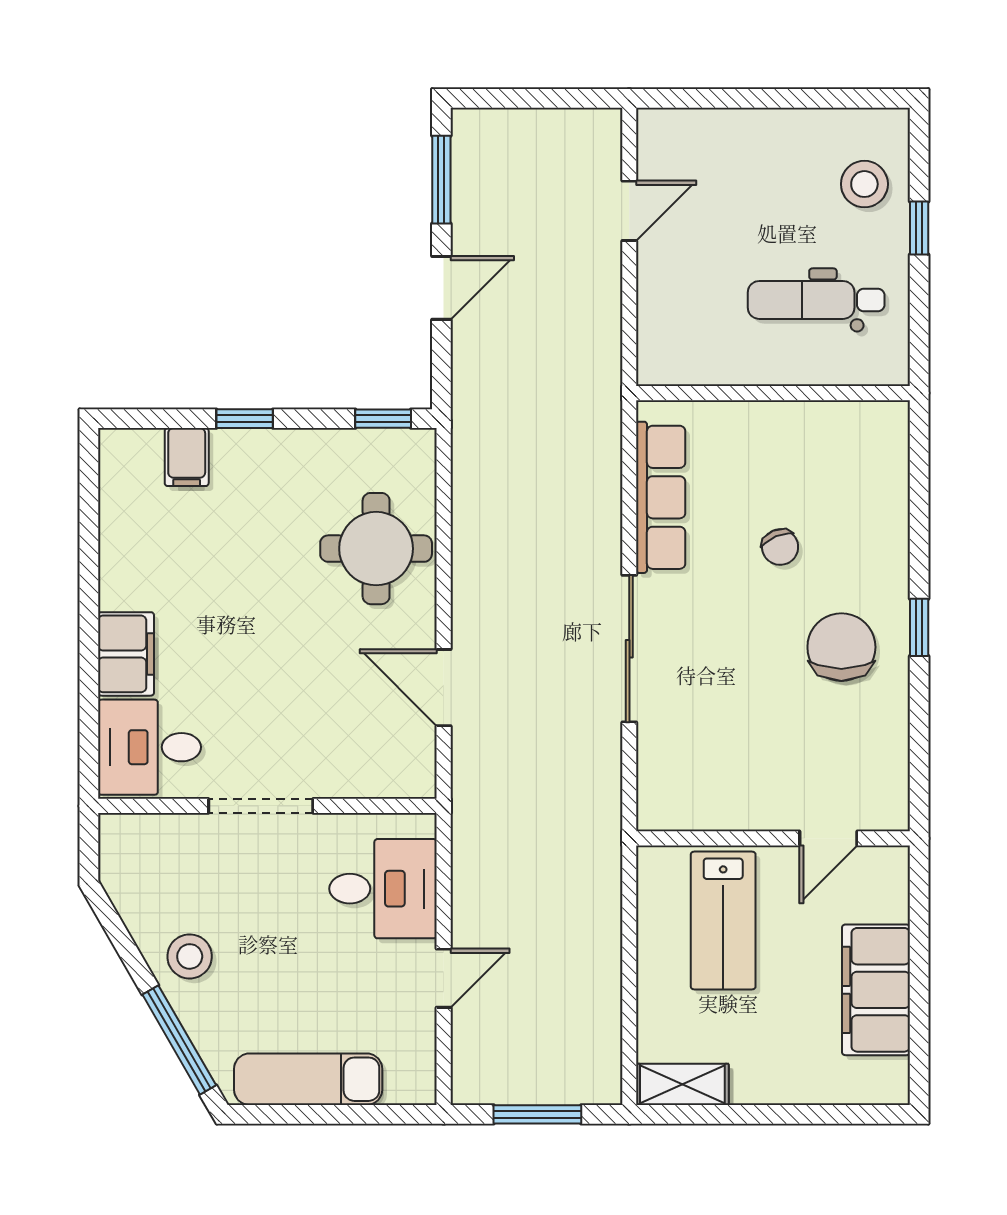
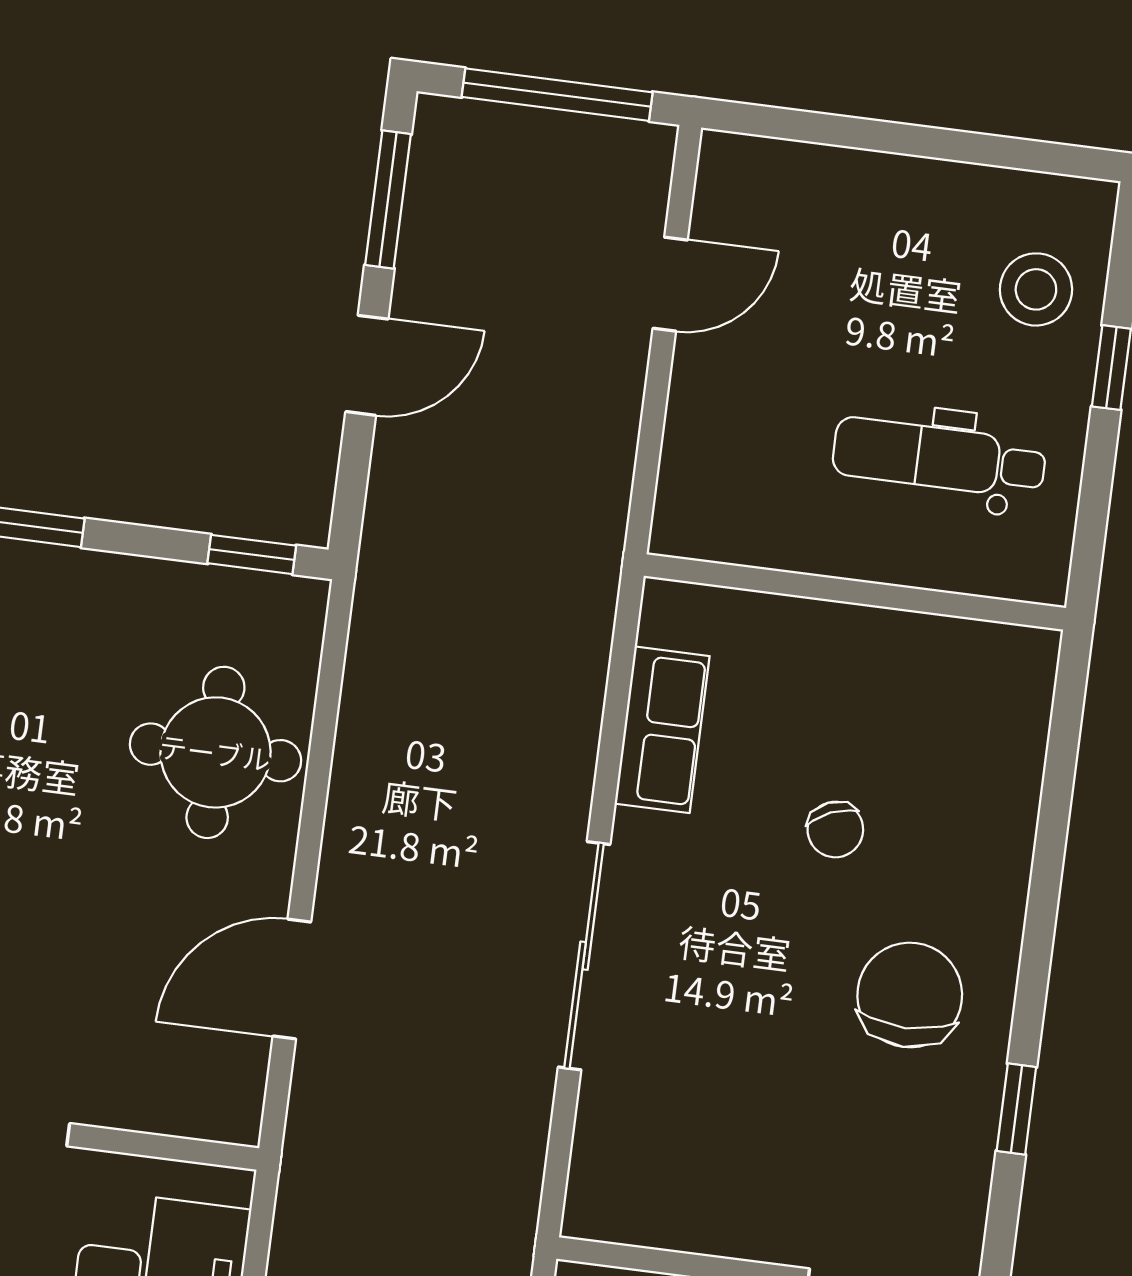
window: (541, 98) -> (557, 95), added
row of seats: (661, 497) -> (662, 730), width x0.68
window: (919, 627) -> (1016, 1109), moved
door: (444, 688) -> (292, 979), hinge flipped

